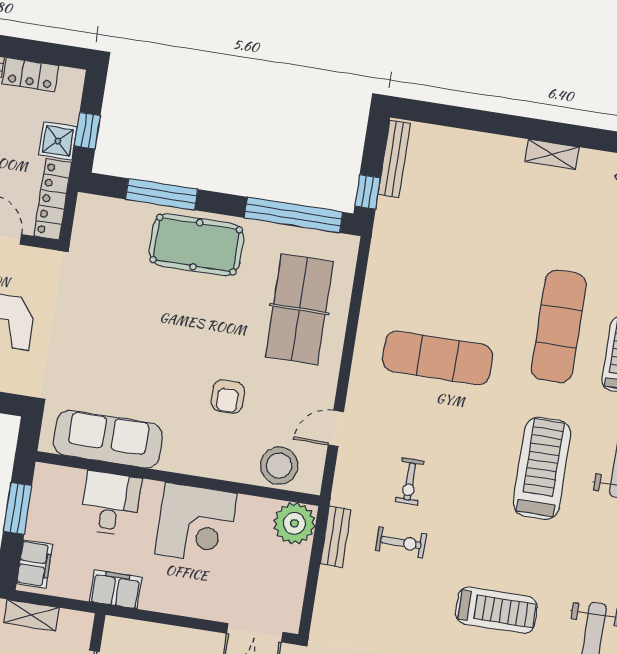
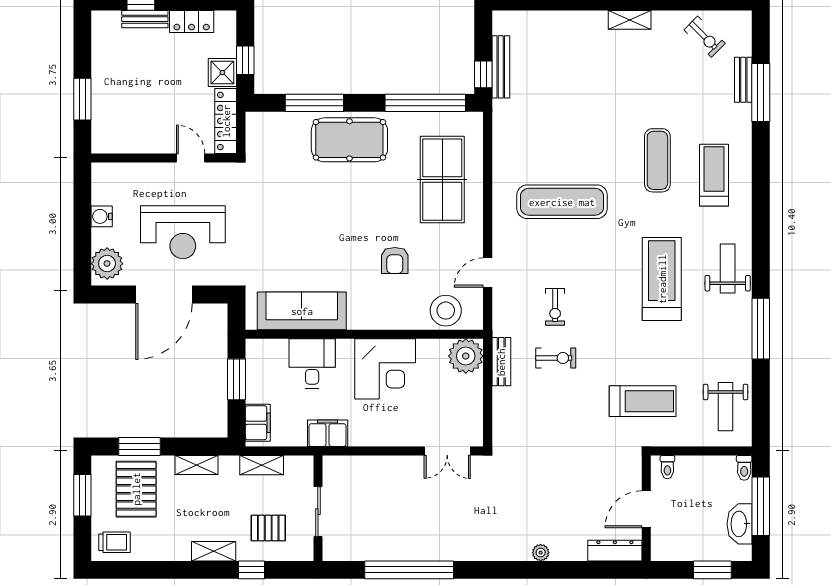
bench: (394, 159) -> (501, 67), moved
exercise mat: (559, 326) -> (657, 160), width x0.73, depth x0.69

